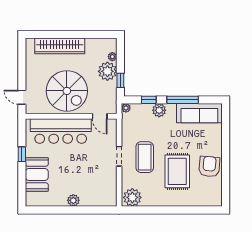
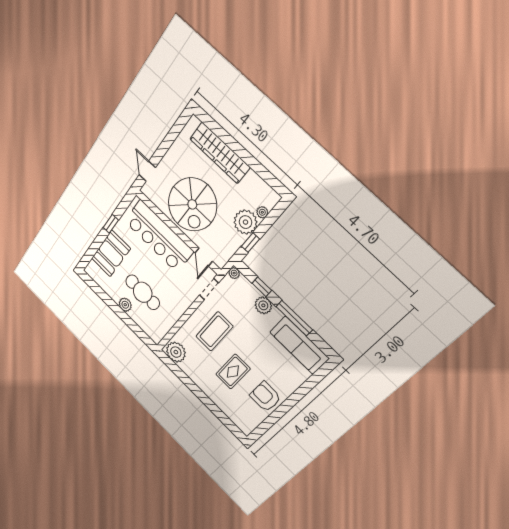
doorway: (119, 156) -> (209, 289), moved
armchair: (209, 167) -> (265, 397), turned -95
rug: (177, 171) -> (233, 372), width x0.73, depth x0.70
cafe table: (79, 179) -> (143, 292), added

